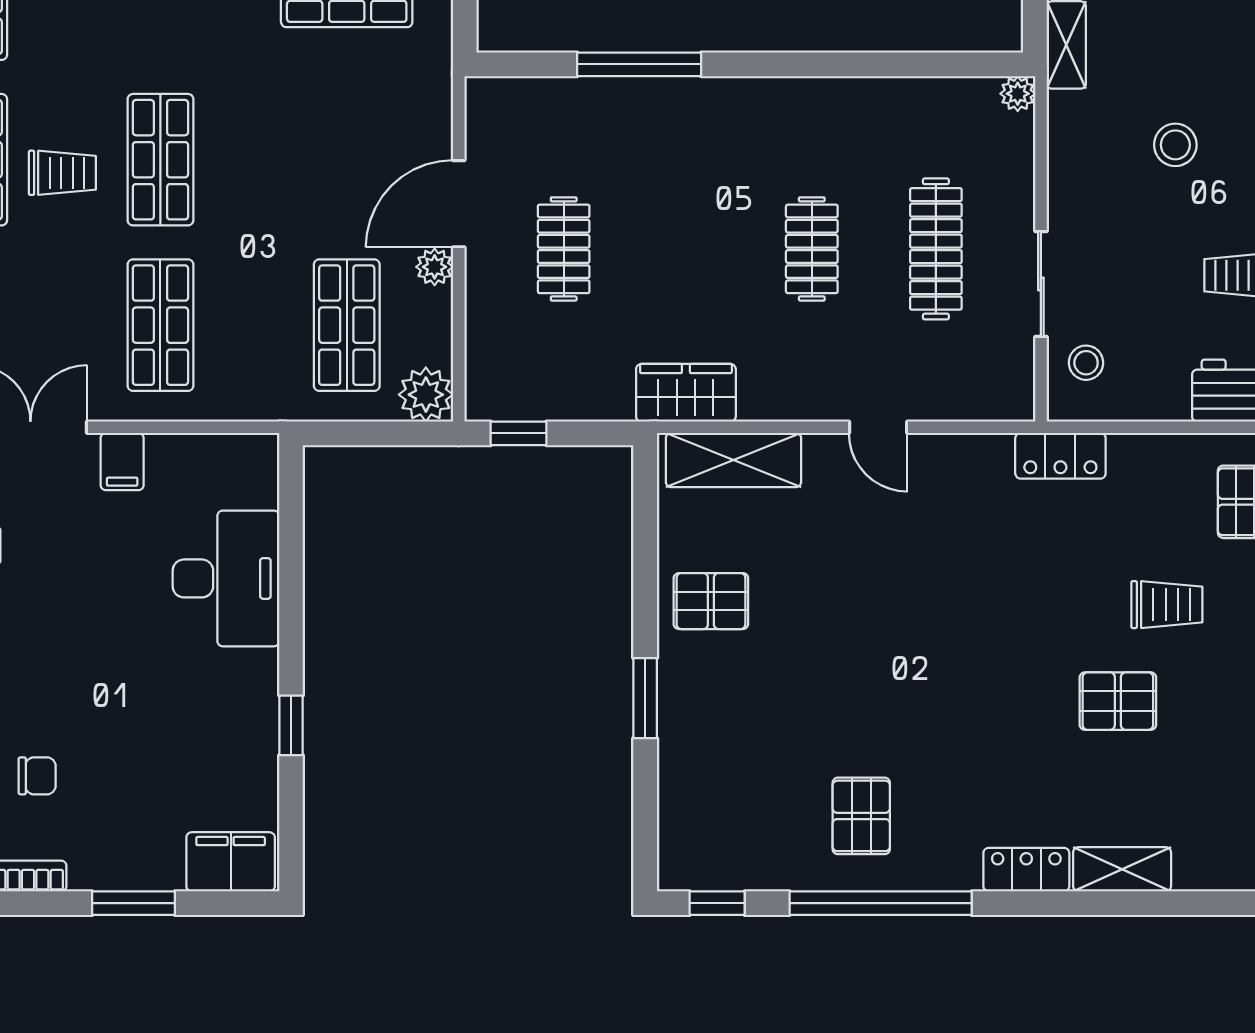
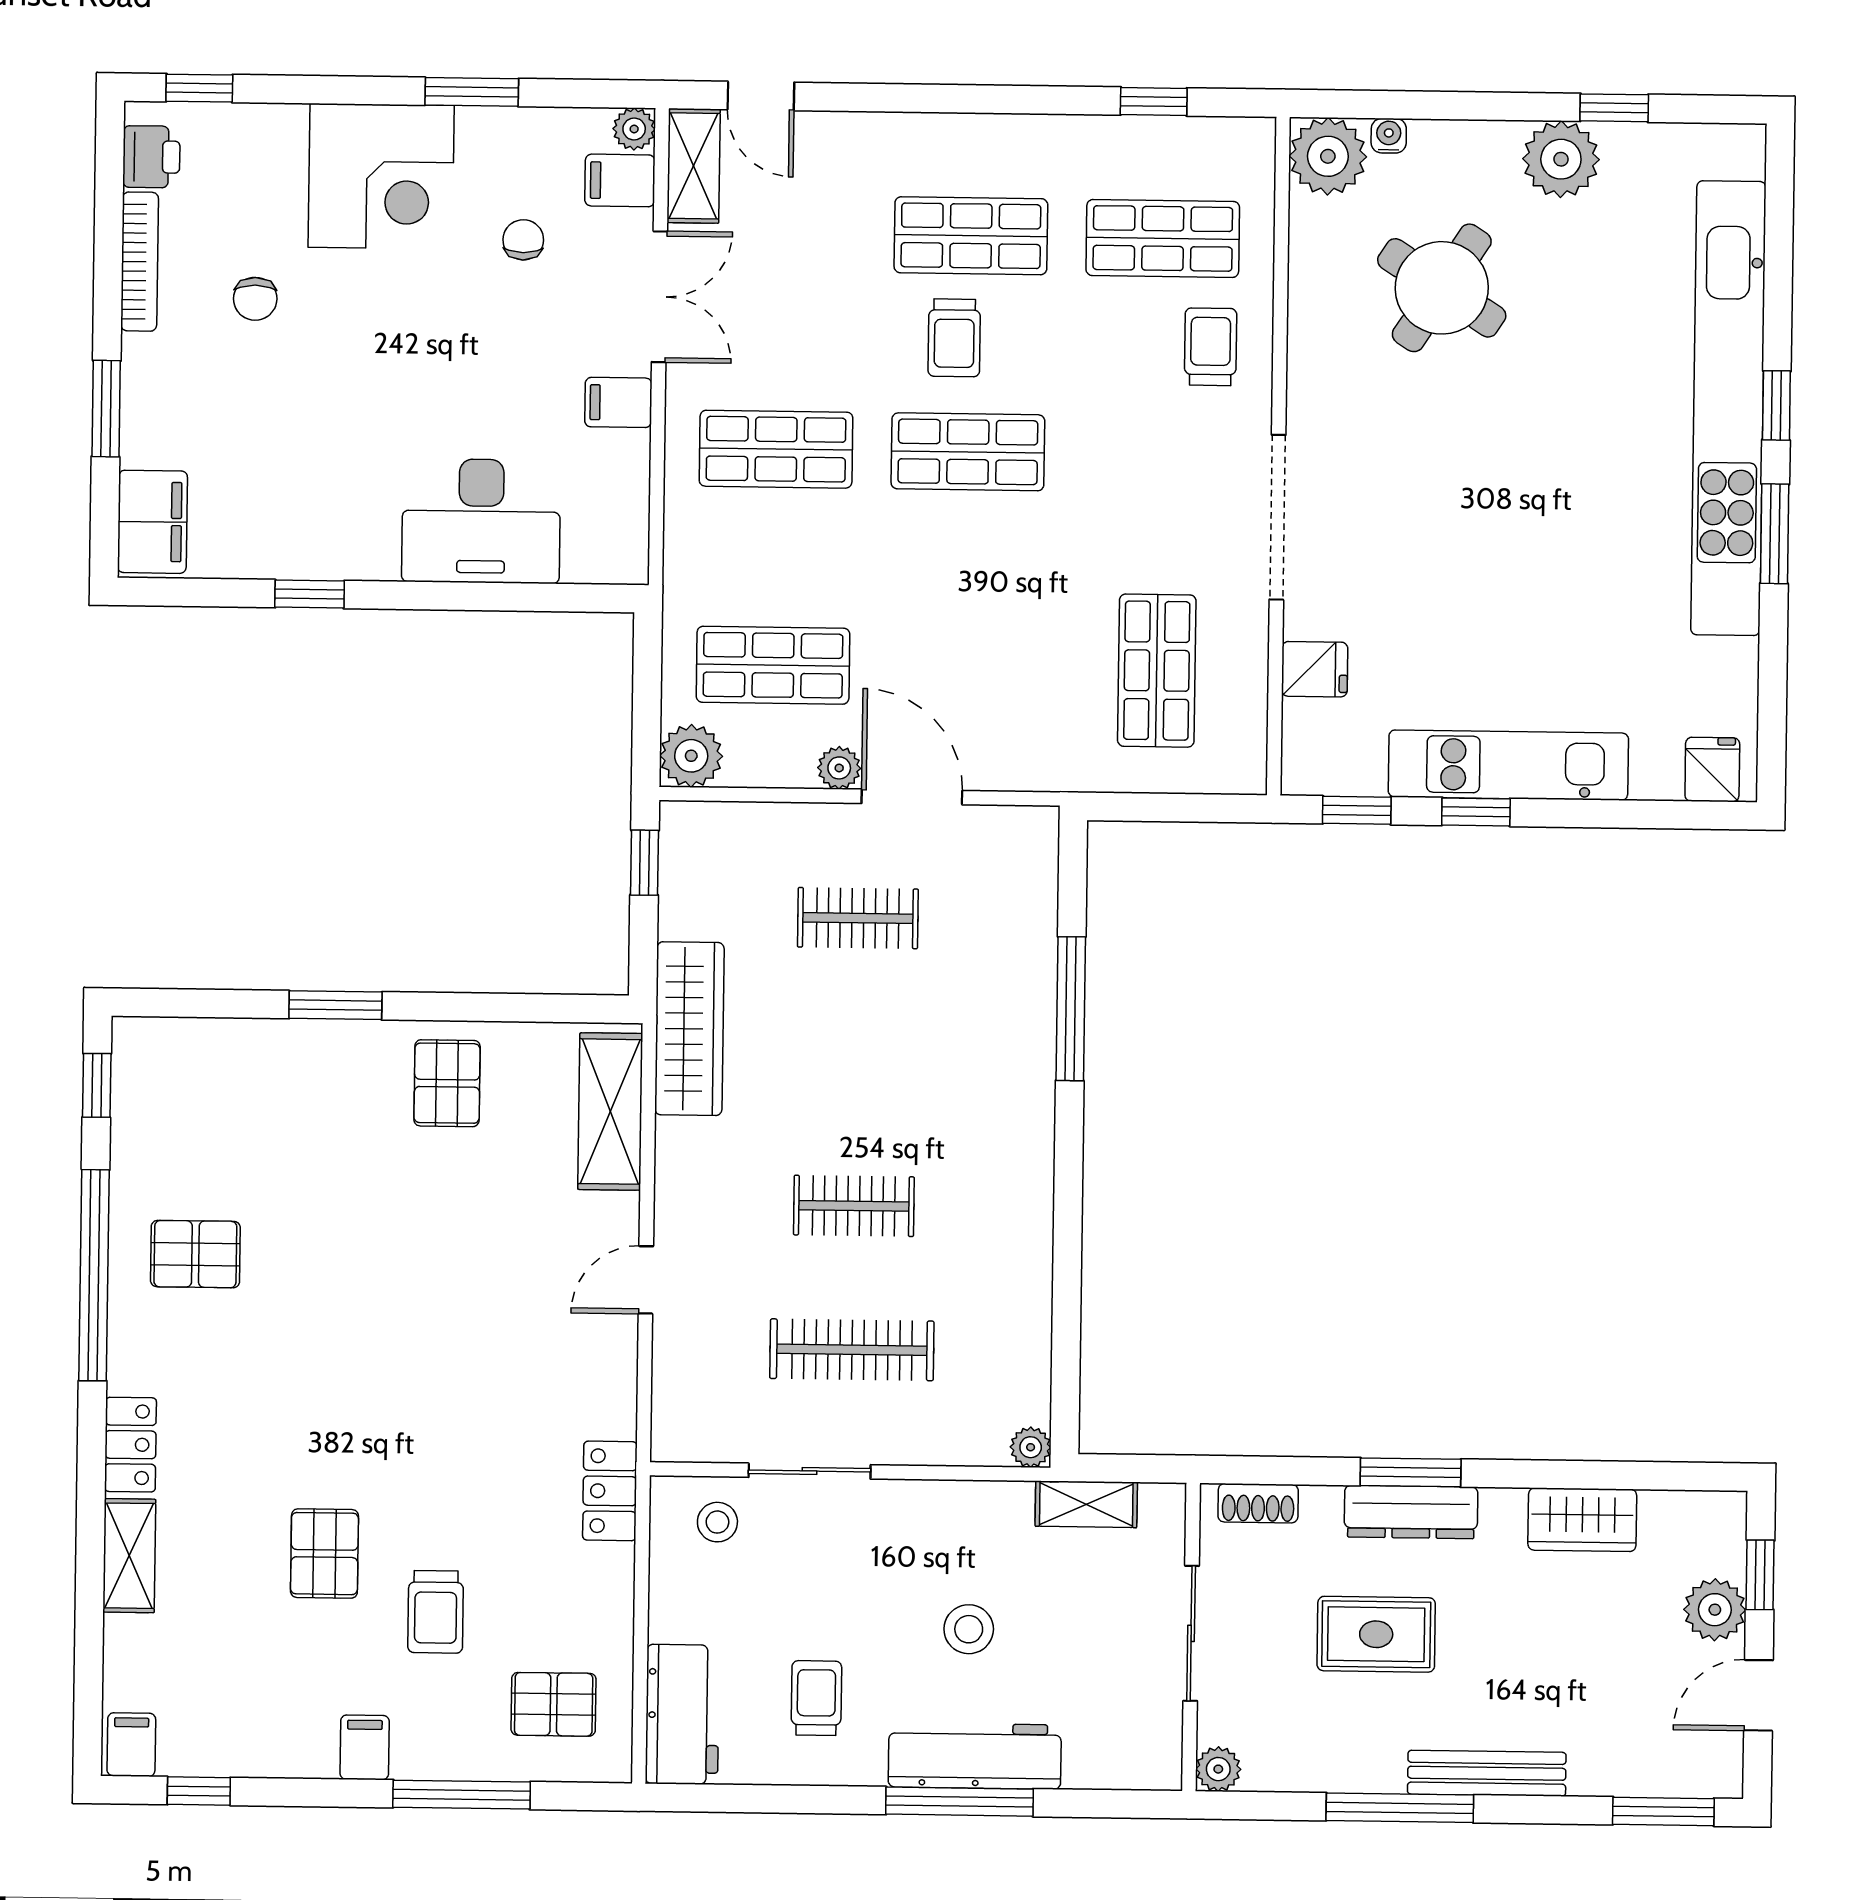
wardrobe: (686, 393) -> (689, 1029), width x1.50

